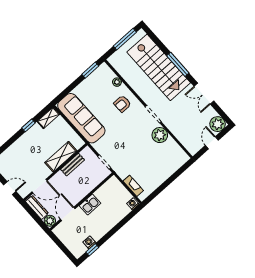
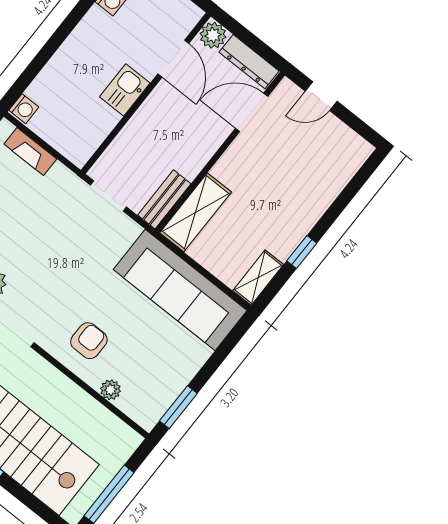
shelving: (61, 157) -> (196, 212), moved
bench: (72, 165) -> (164, 199), moved

